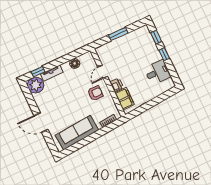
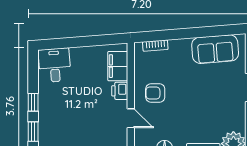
door: (103, 72) -> (131, 118), hinge flipped
desk: (157, 72) -> (55, 65), moved, turned 85
sofa: (77, 133) -> (215, 49), width x0.73

